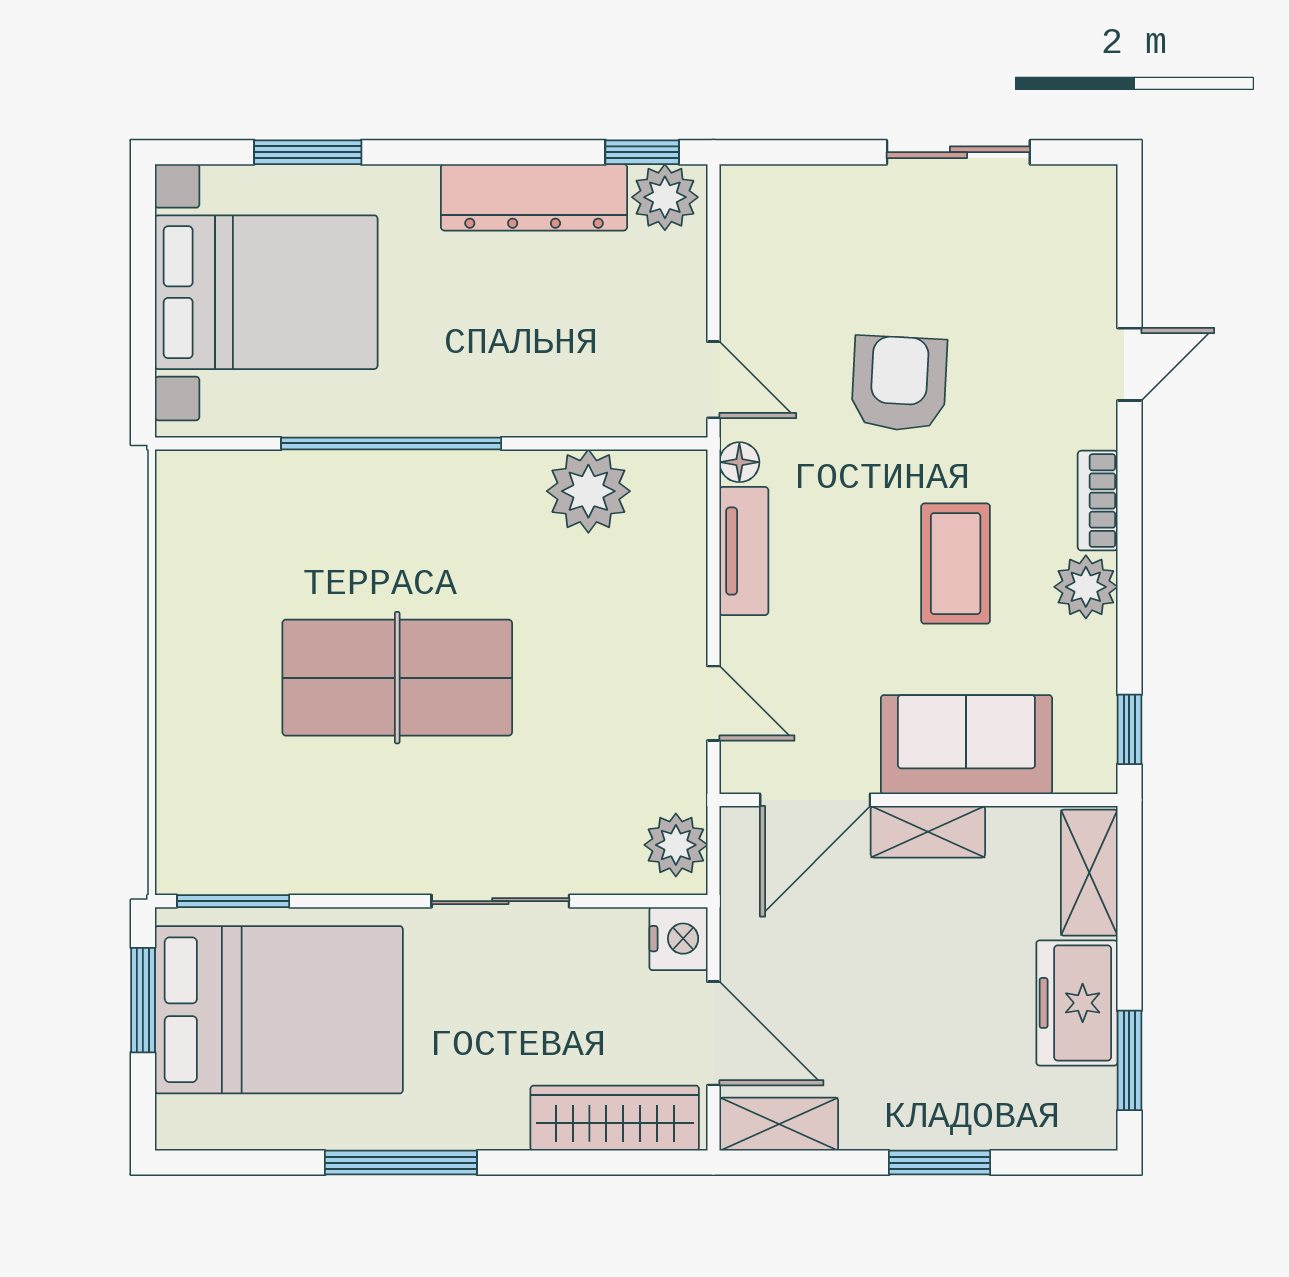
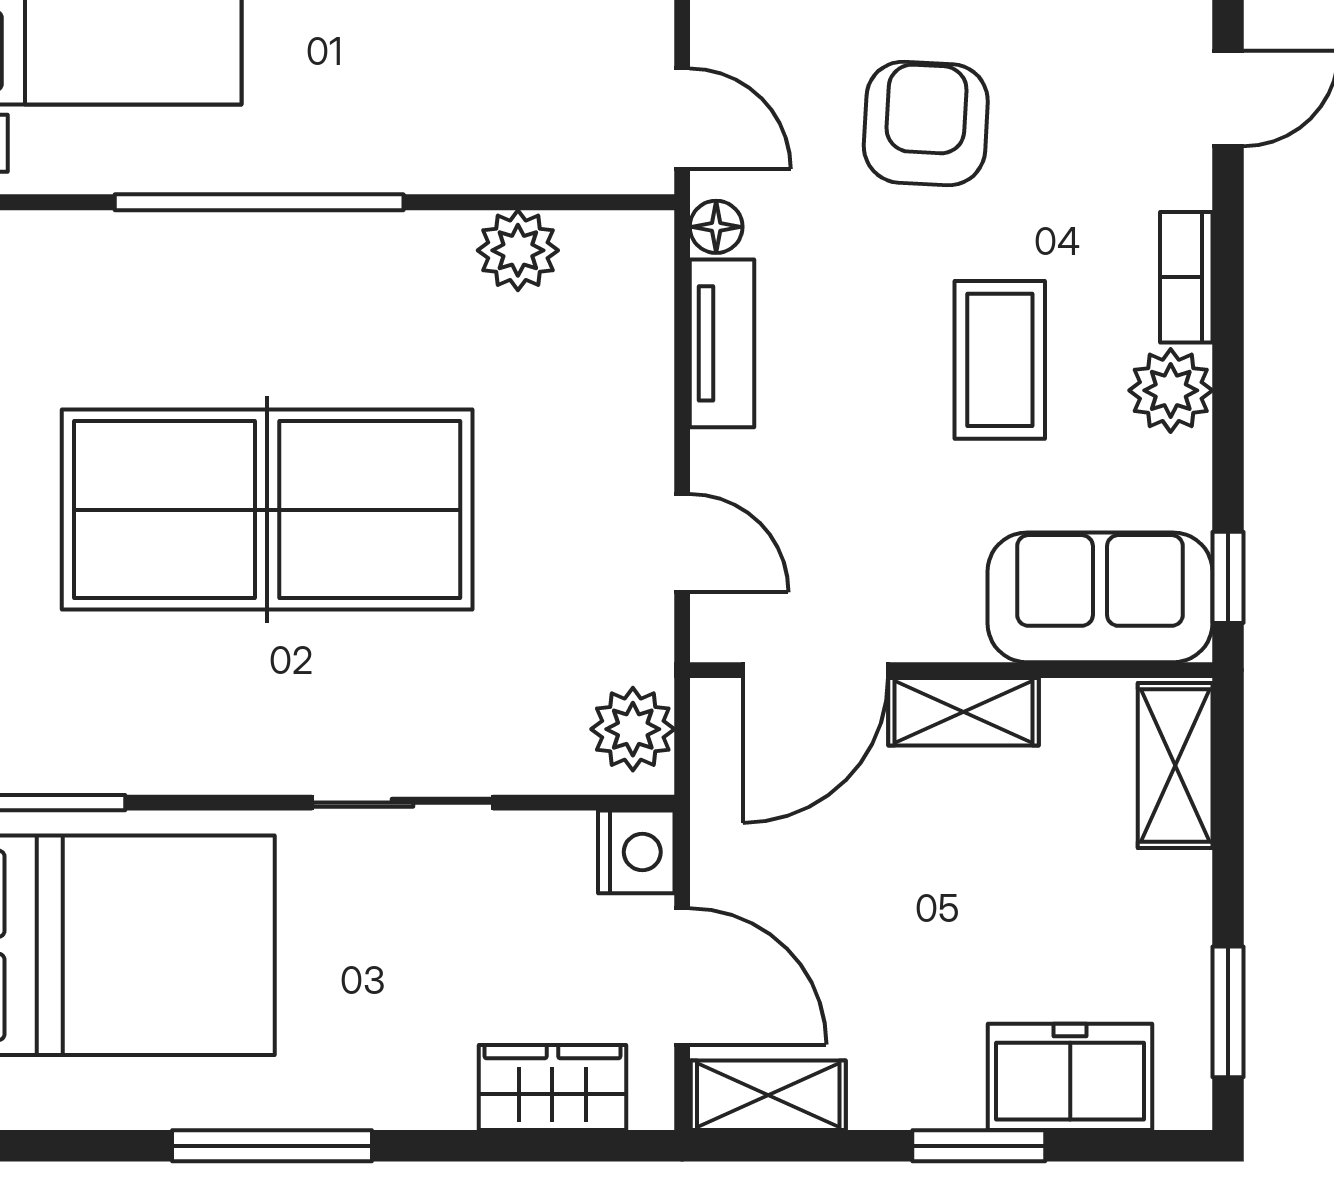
plant: (588, 491) -> (518, 250), width x0.73, depth x0.73
table tennis table: (397, 678) -> (267, 510), width x1.36, depth x1.32
sofa: (966, 745) -> (1100, 597), moved
freezer: (1077, 1003) -> (1070, 1077), moved, turned 90
wardrobe: (615, 1118) -> (552, 1087), width x0.67

